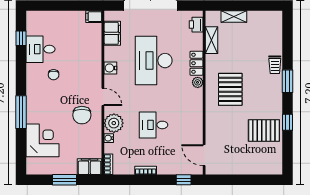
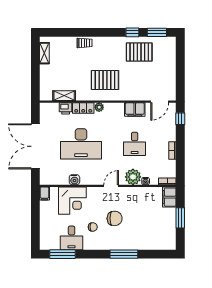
shelving: (234, 16) -> (44, 53), moved
printer: (196, 25) -> (66, 108), moved
filing cabinet: (112, 33) -> (135, 110), moved, turned 180
window: (21, 38) -> (62, 254), width x2.17
water cooler: (110, 68) -> (74, 180), moved
window: (287, 81) -> (157, 32), moved
chair: (82, 115) -> (115, 218), moved
pallet: (264, 130) -> (139, 52), turned 90
corner desk: (43, 140) -> (72, 201), moved, turned 180

